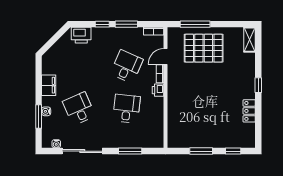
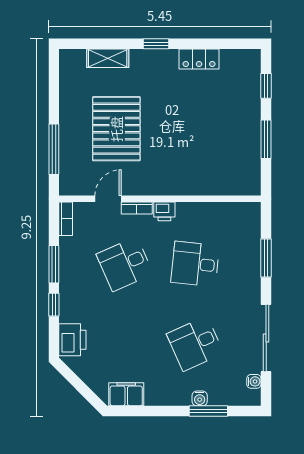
shelving: (250, 40) -> (108, 58), moved
pallet: (204, 48) -> (116, 129), moved
door: (166, 56) -> (108, 199), swing flipped
desk: (127, 66) -> (125, 264), turned -48
filing cabinet: (49, 85) -> (126, 394), moved

